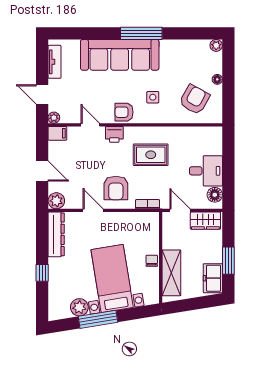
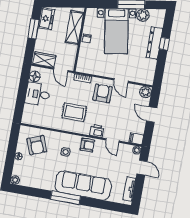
armchair: (194, 100) -> (37, 145), turned -51
dresser: (56, 234) -> (154, 43), moved

